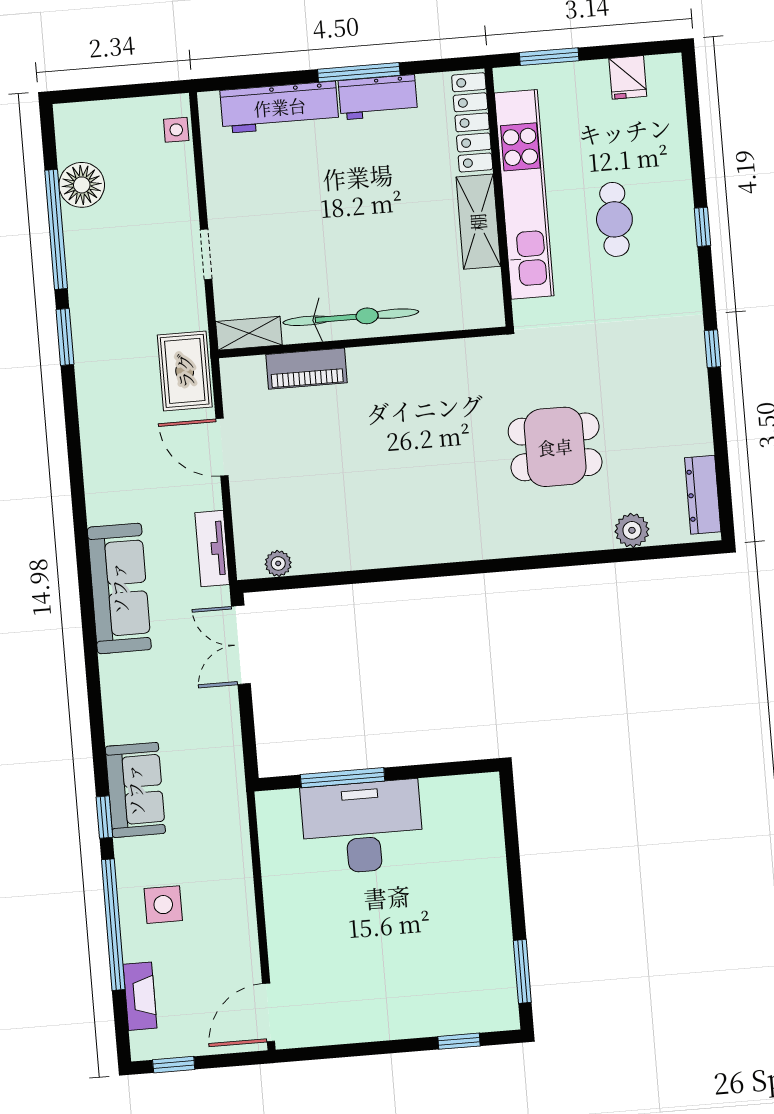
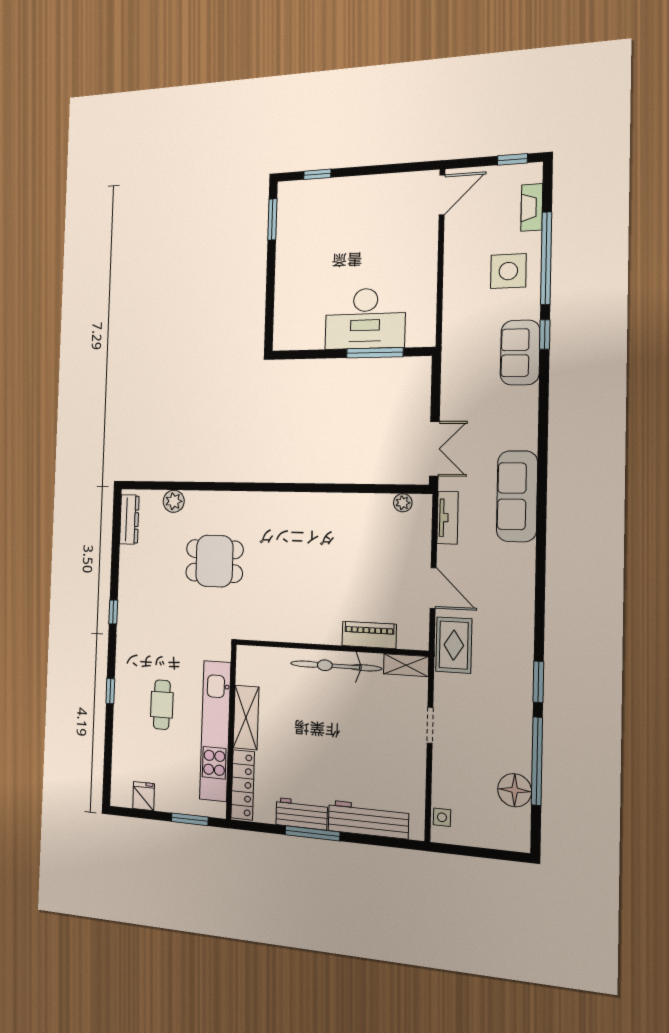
side table: (163, 905) -> (508, 271), width x1.37, depth x1.37

